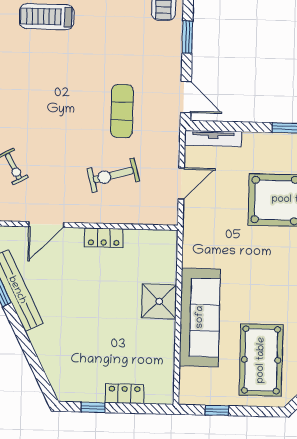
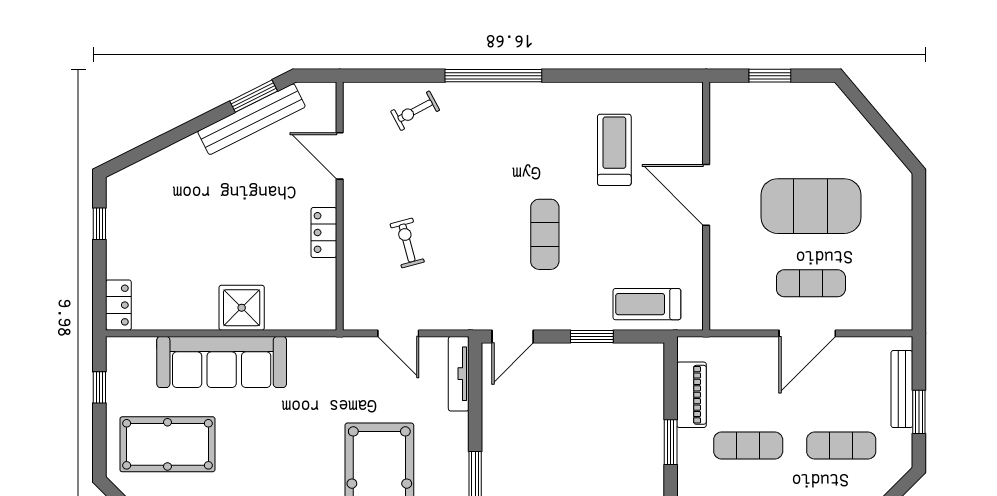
exercise mat: (122, 111) -> (545, 234), moved, turned 90
exercise bike: (113, 175) -> (407, 243), width x0.73, depth x0.72
locker: (124, 394) -> (118, 305), moved

